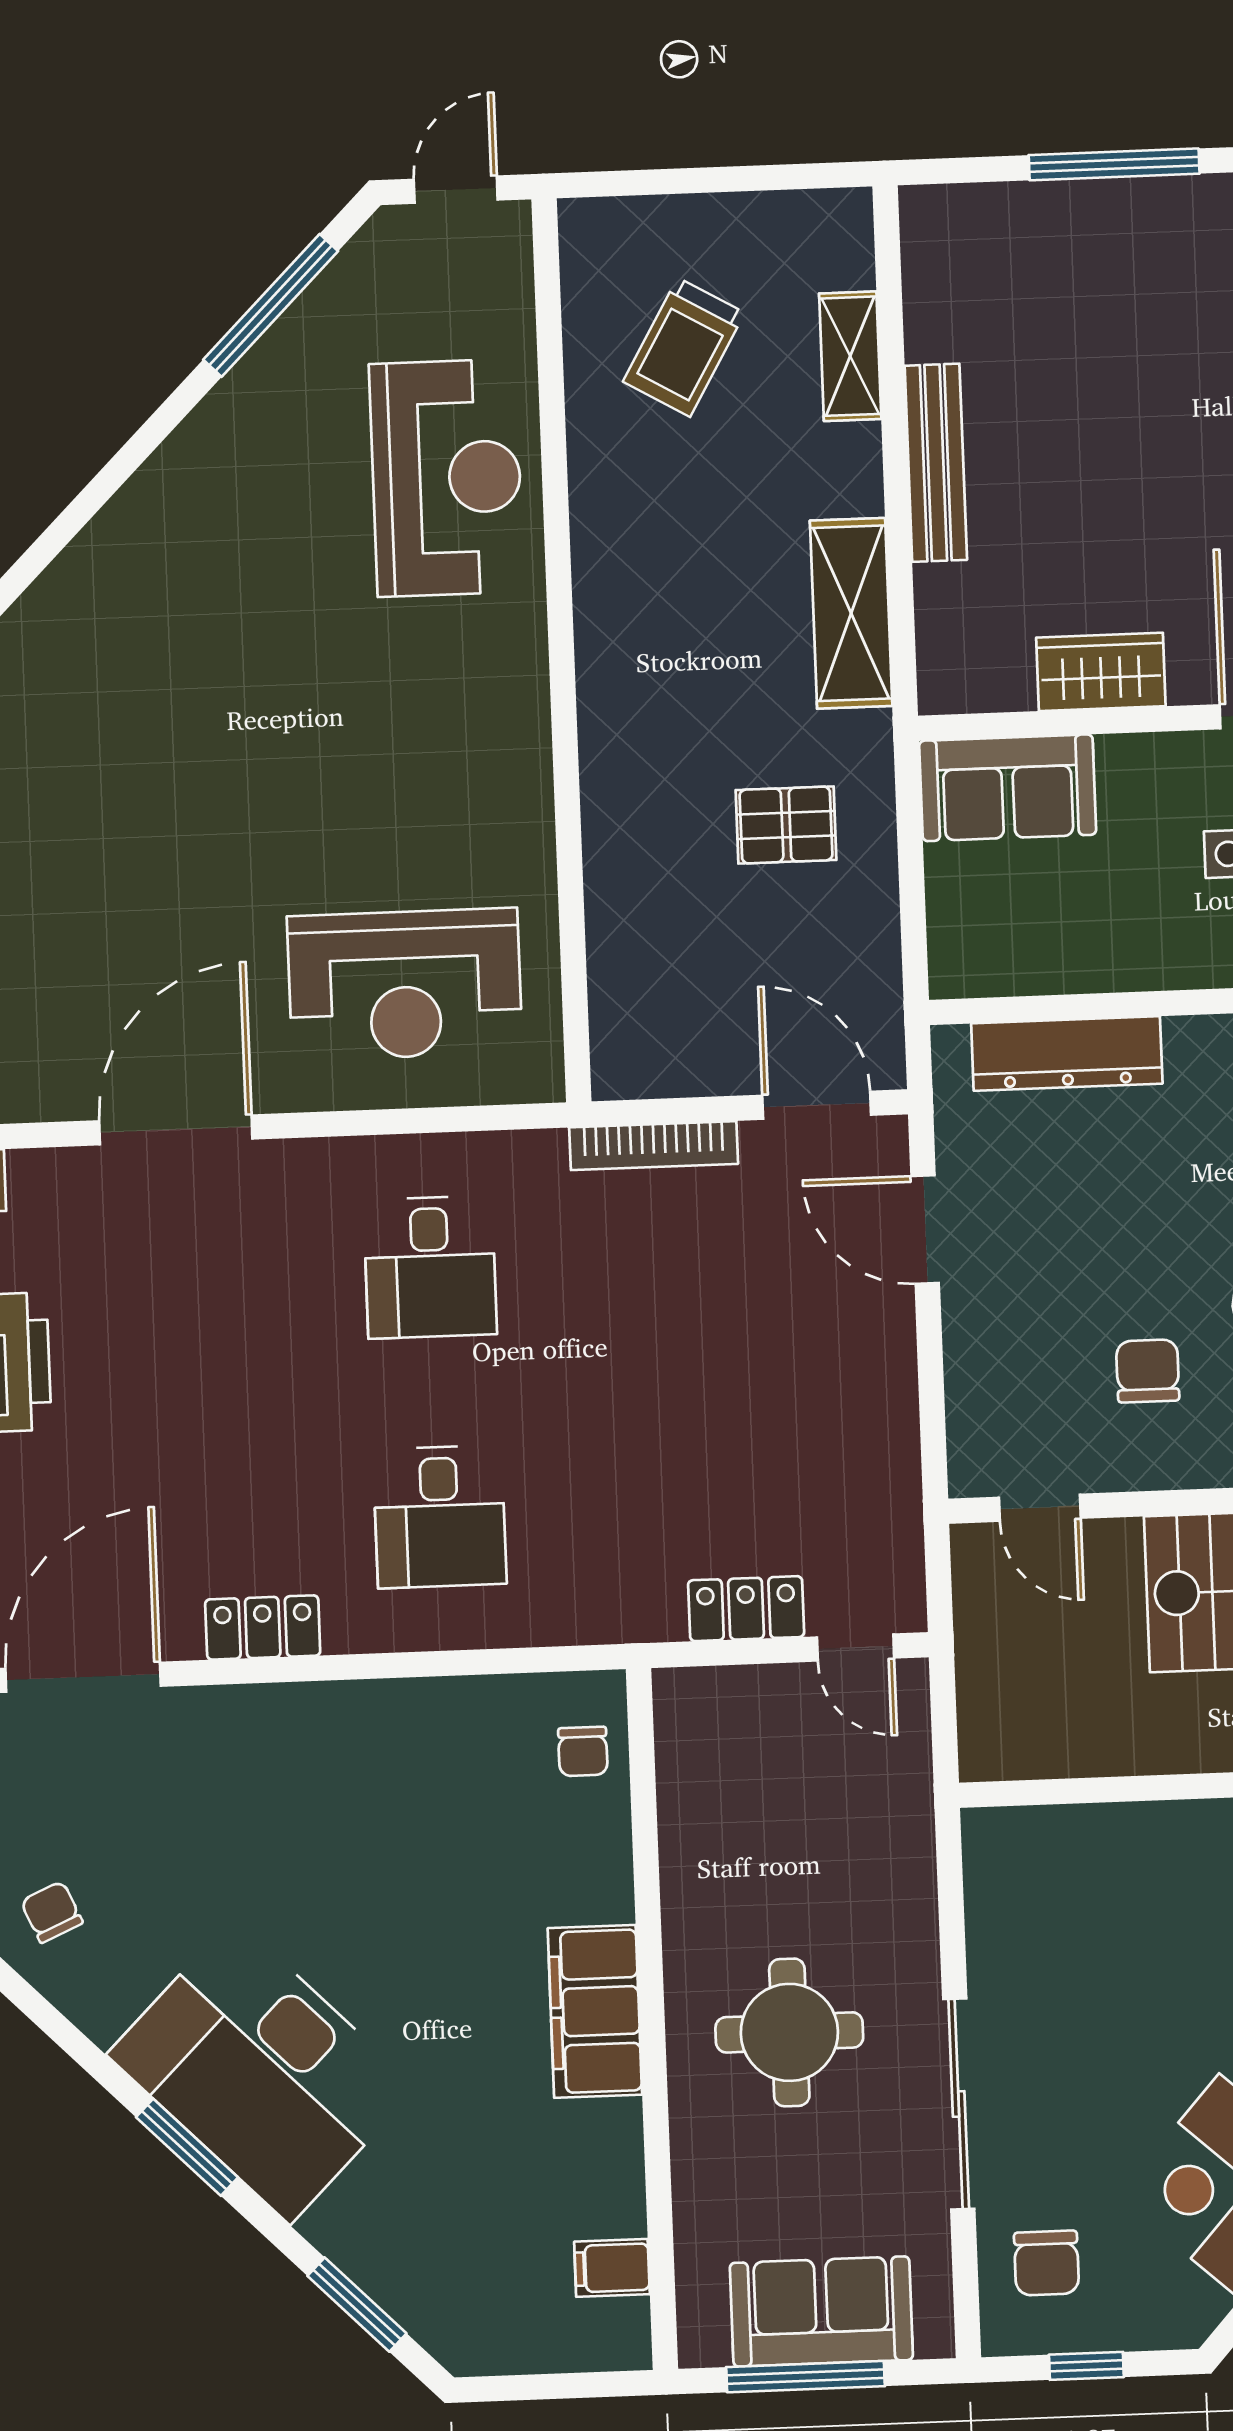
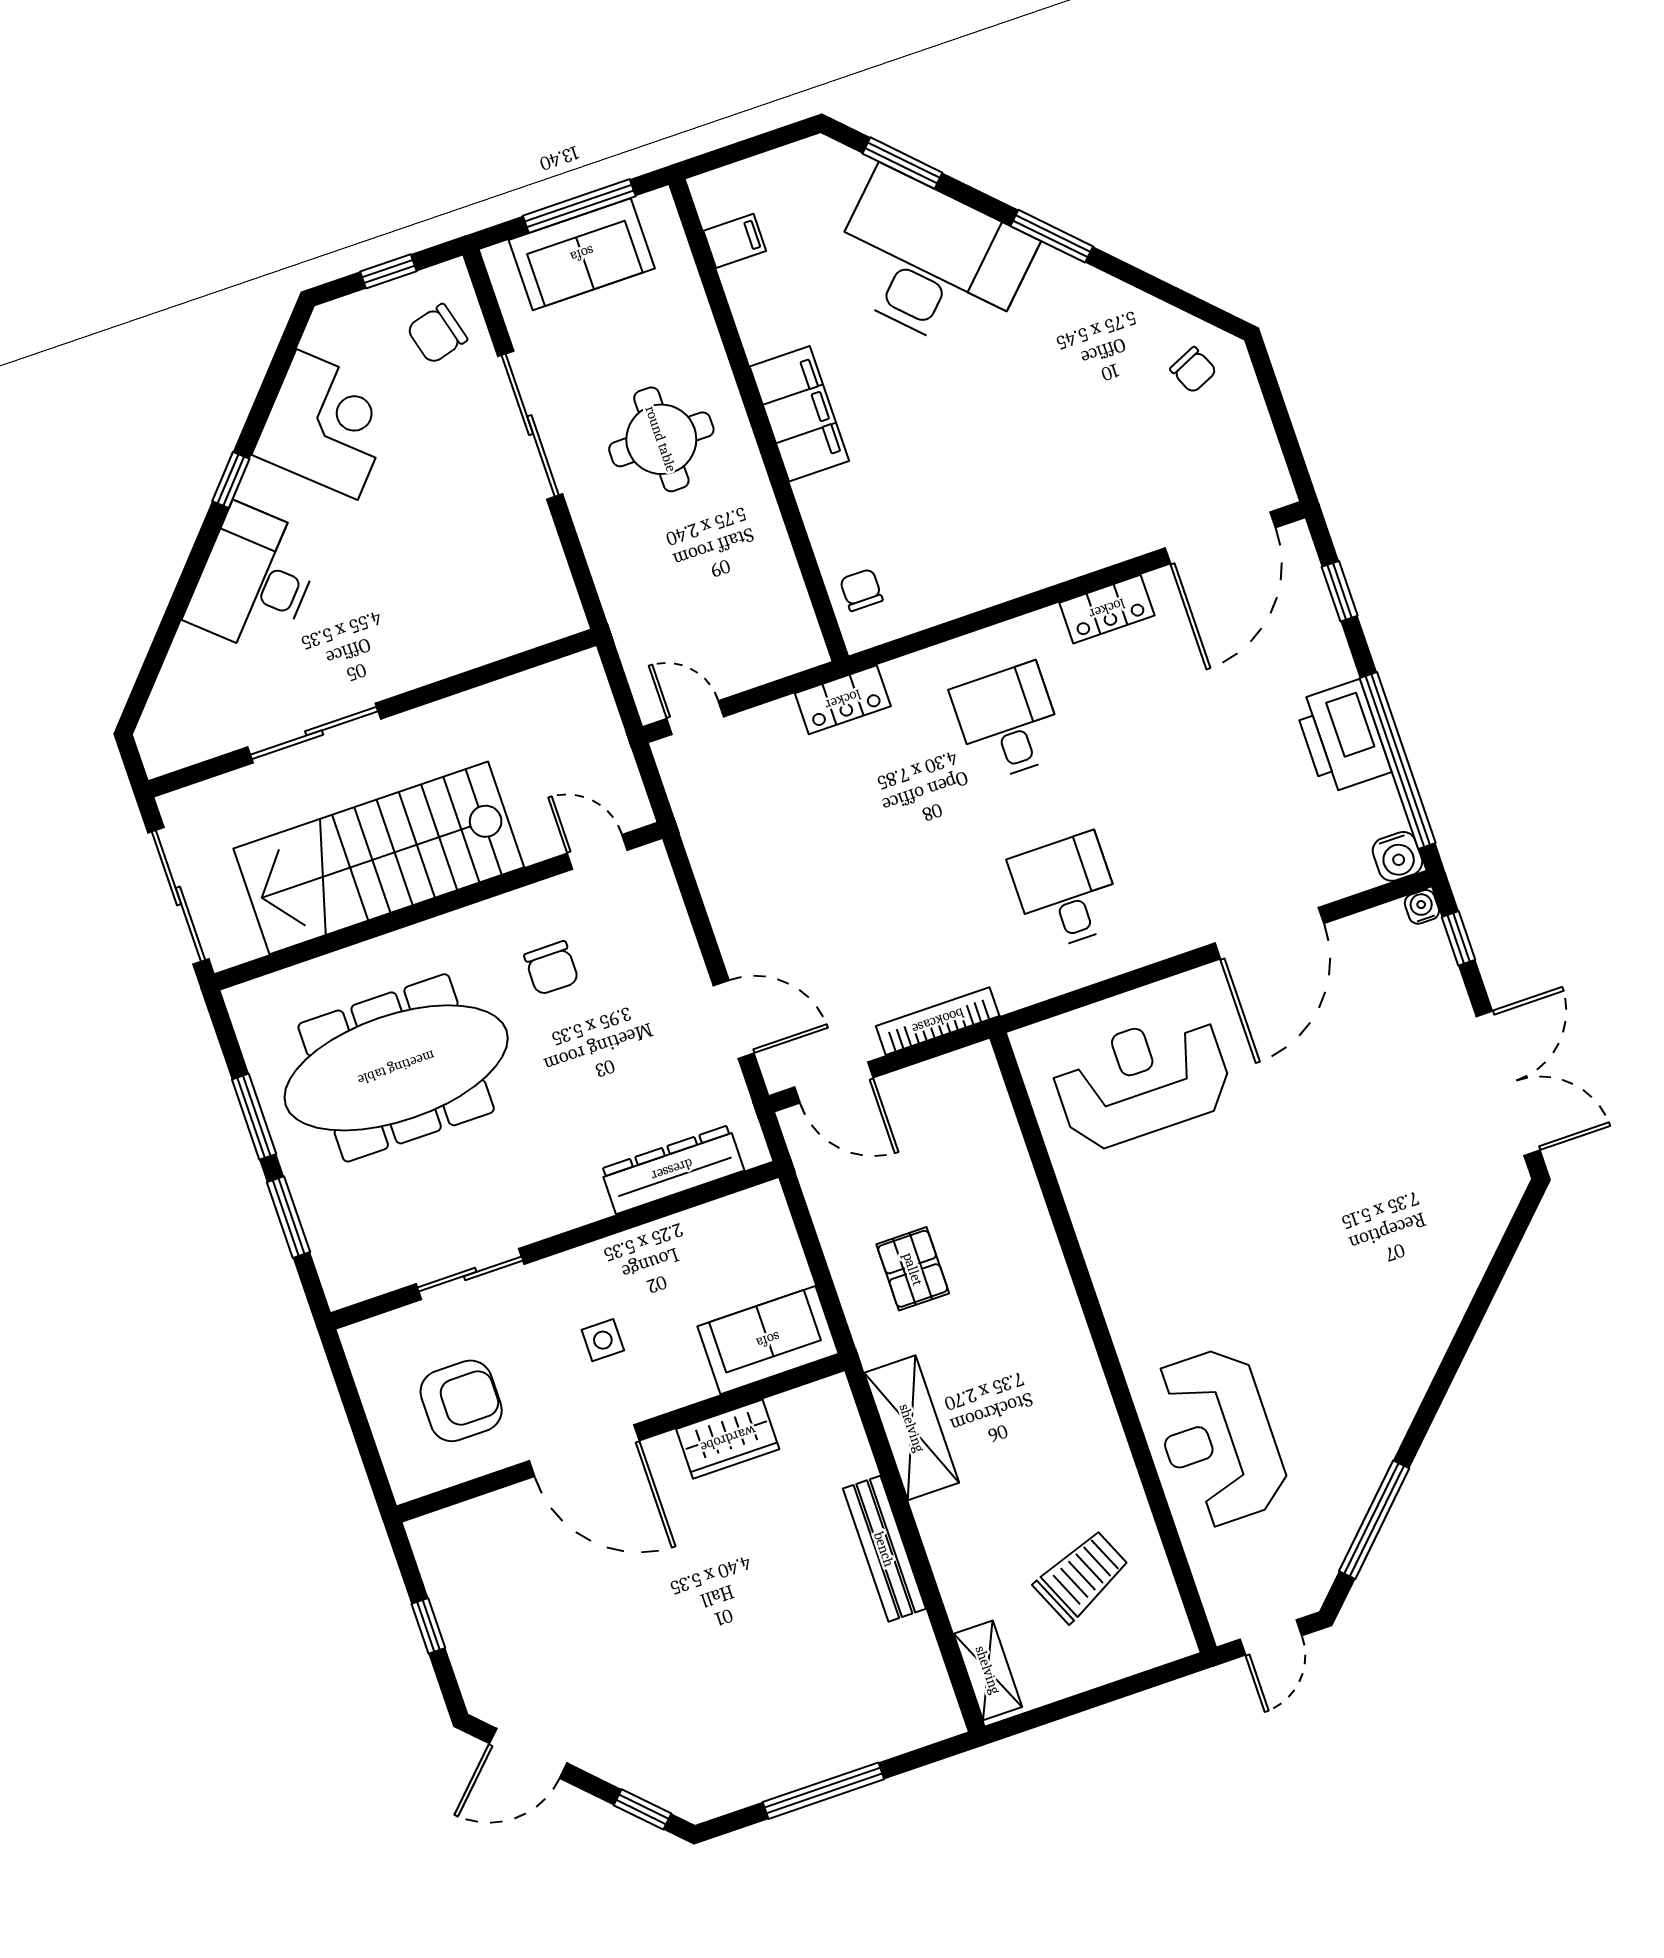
trolley: (684, 347) -> (1081, 1576), turned 36
shelving: (850, 356) -> (988, 1670), moved
pallet: (786, 825) -> (913, 1269), turned 90
locker: (746, 1609) -> (843, 700), moved
desk: (262, 2071) -> (930, 262), moved
chair: (1046, 2263) -> (437, 334), turned -105

